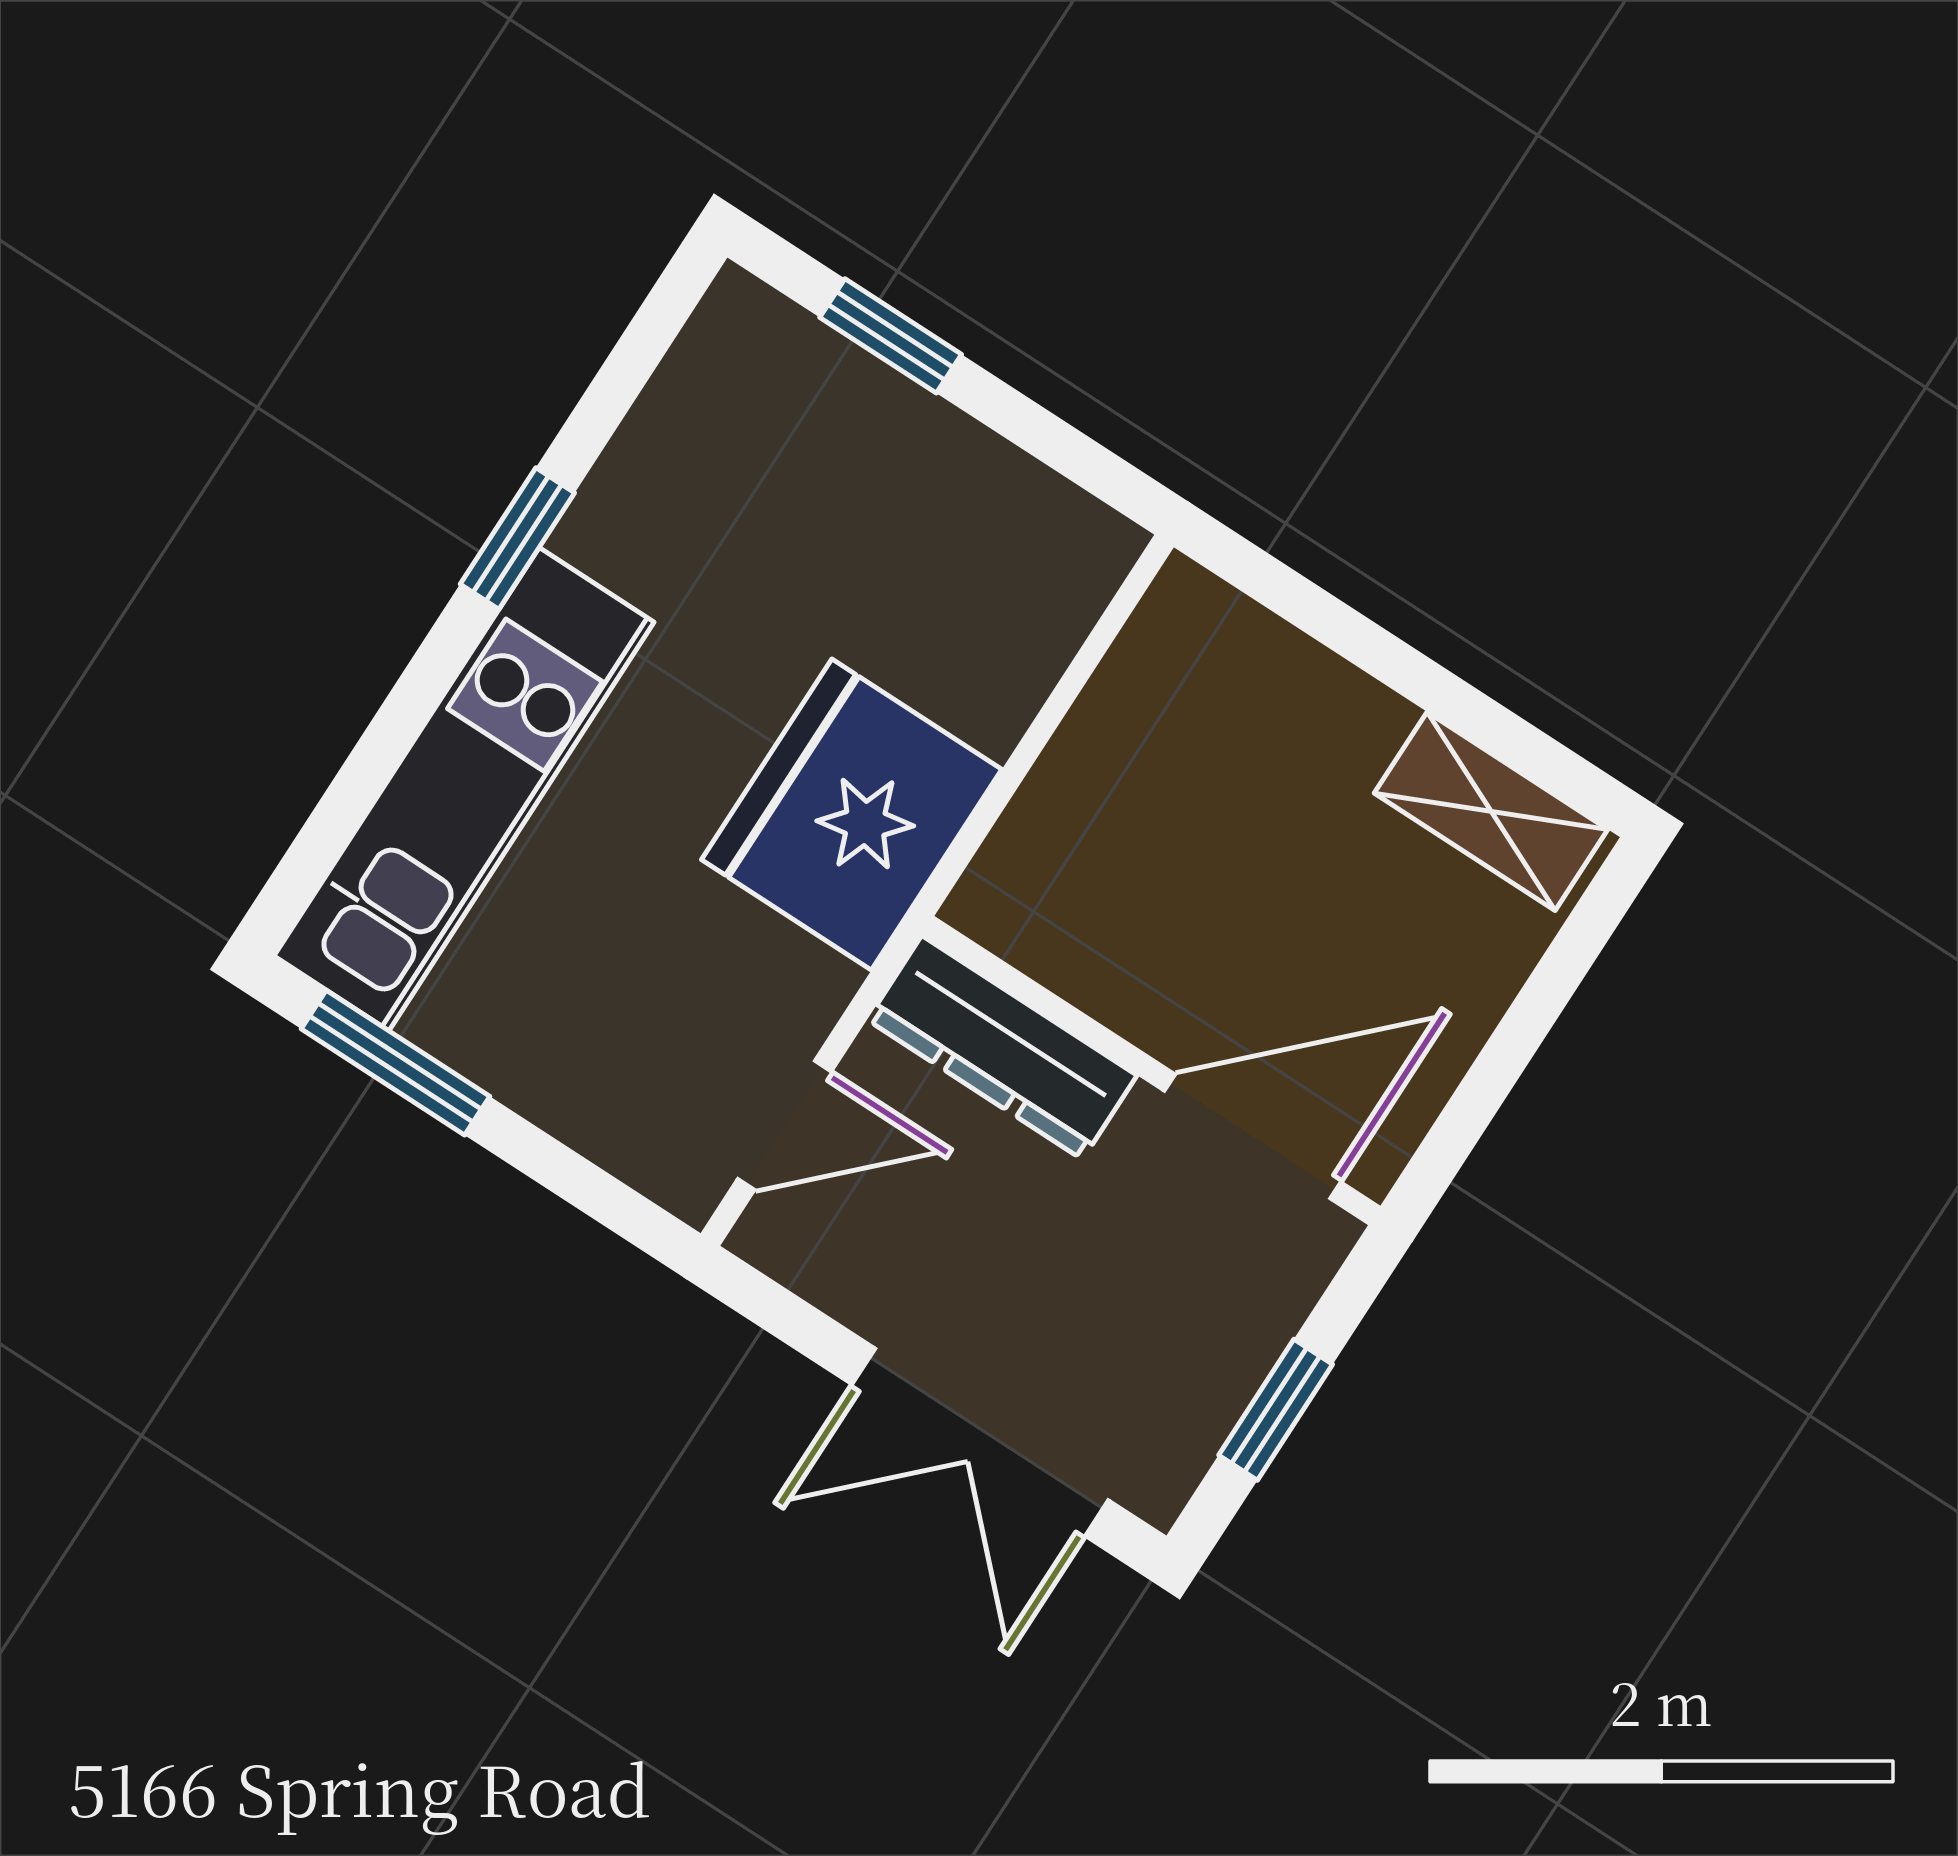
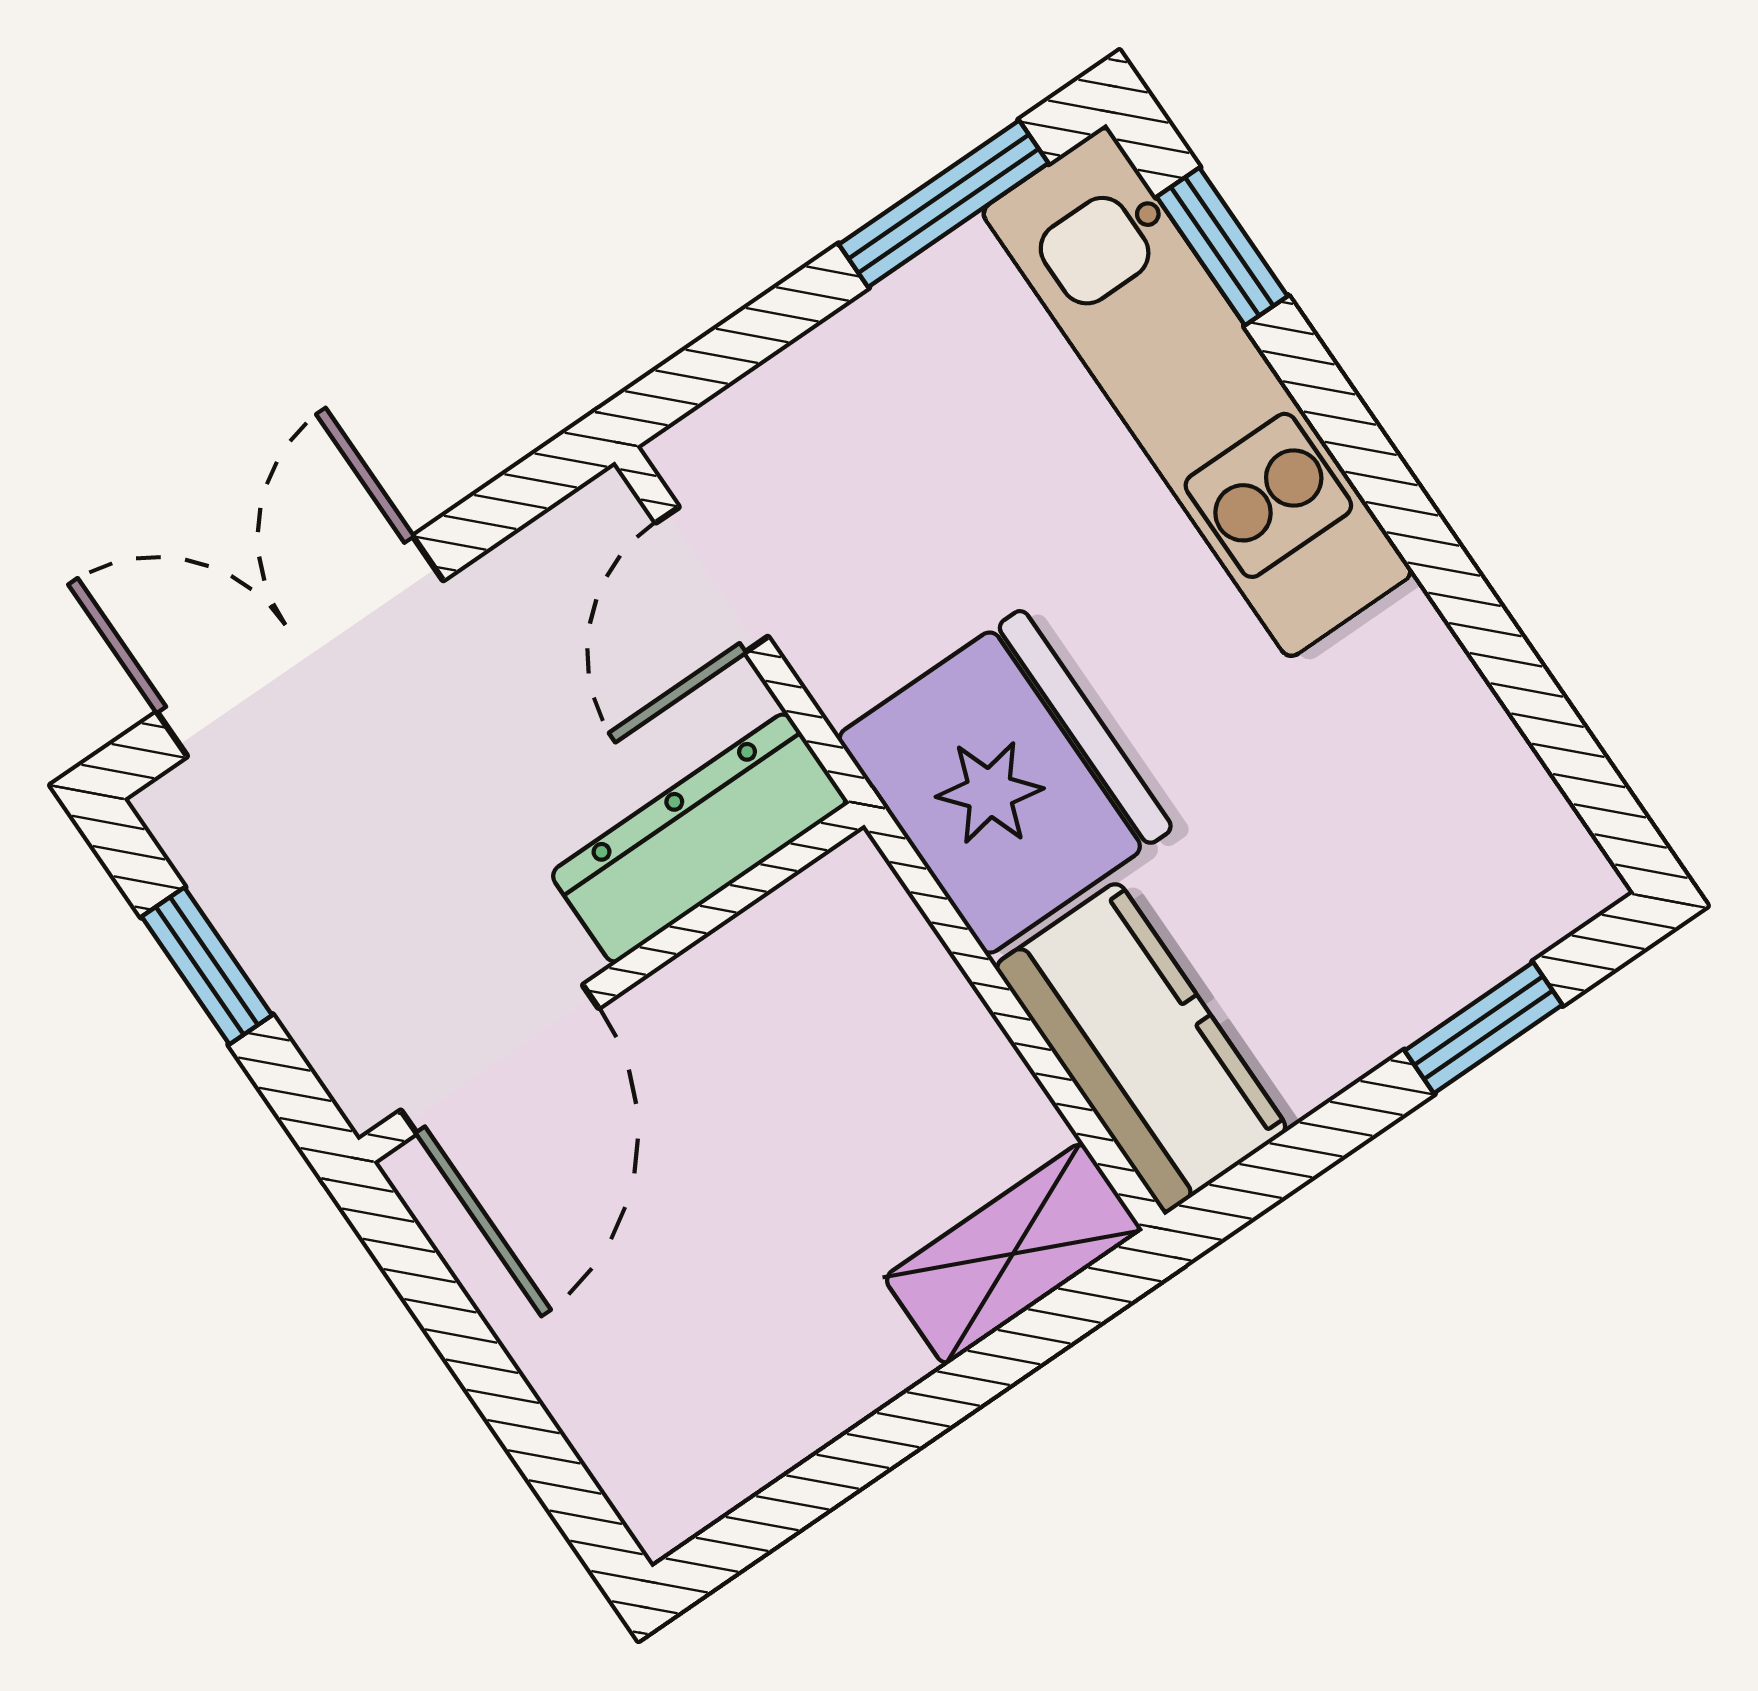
window: (517, 539) -> (1222, 247), moved
kitchen counter: (1024, 611) -> (1141, 1048), added
shelving: (1491, 811) -> (1013, 1254), moved

